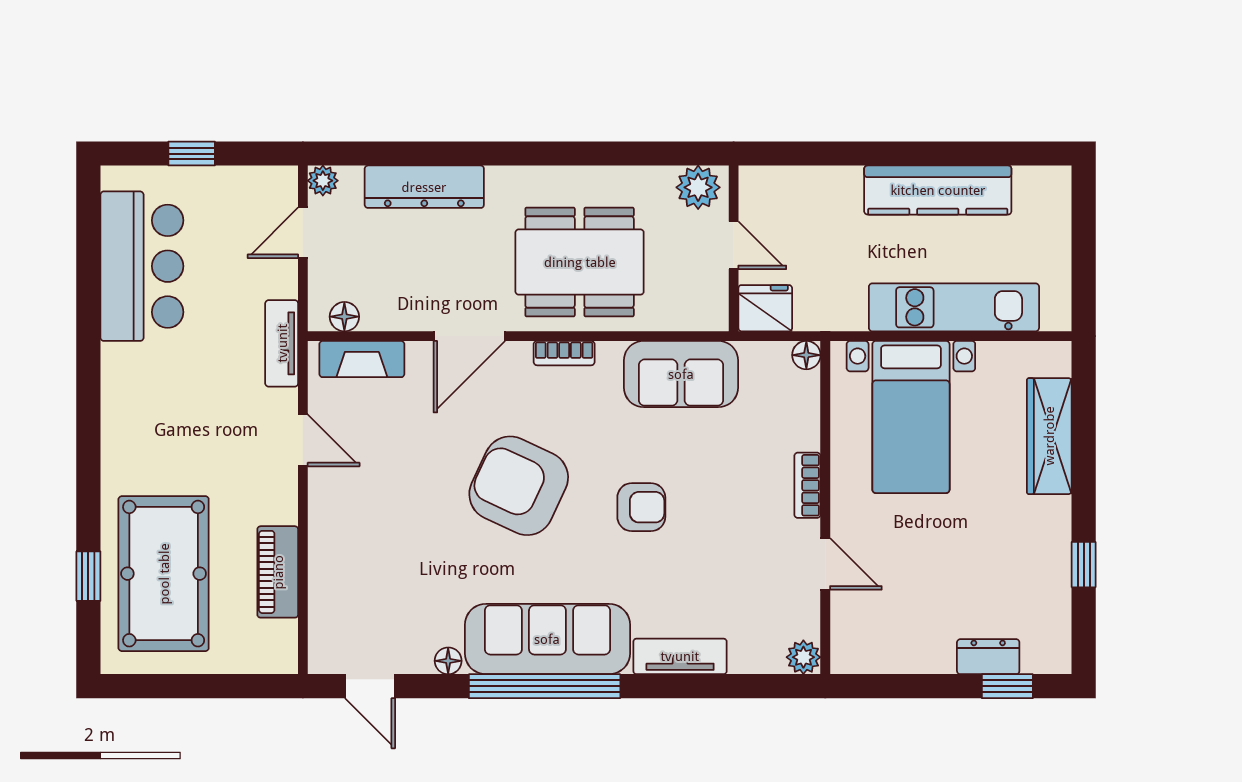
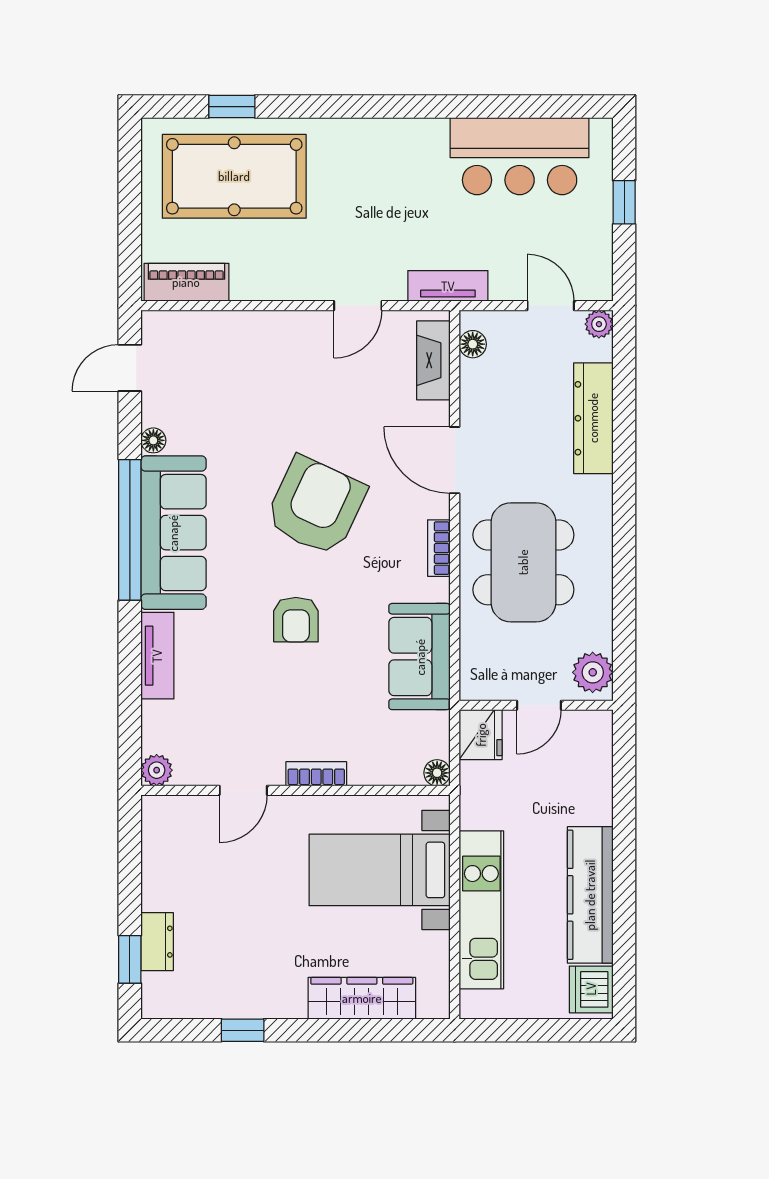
dishwasher: (1040, 189) -> (591, 989), added
piano: (278, 572) -> (186, 282), moved

